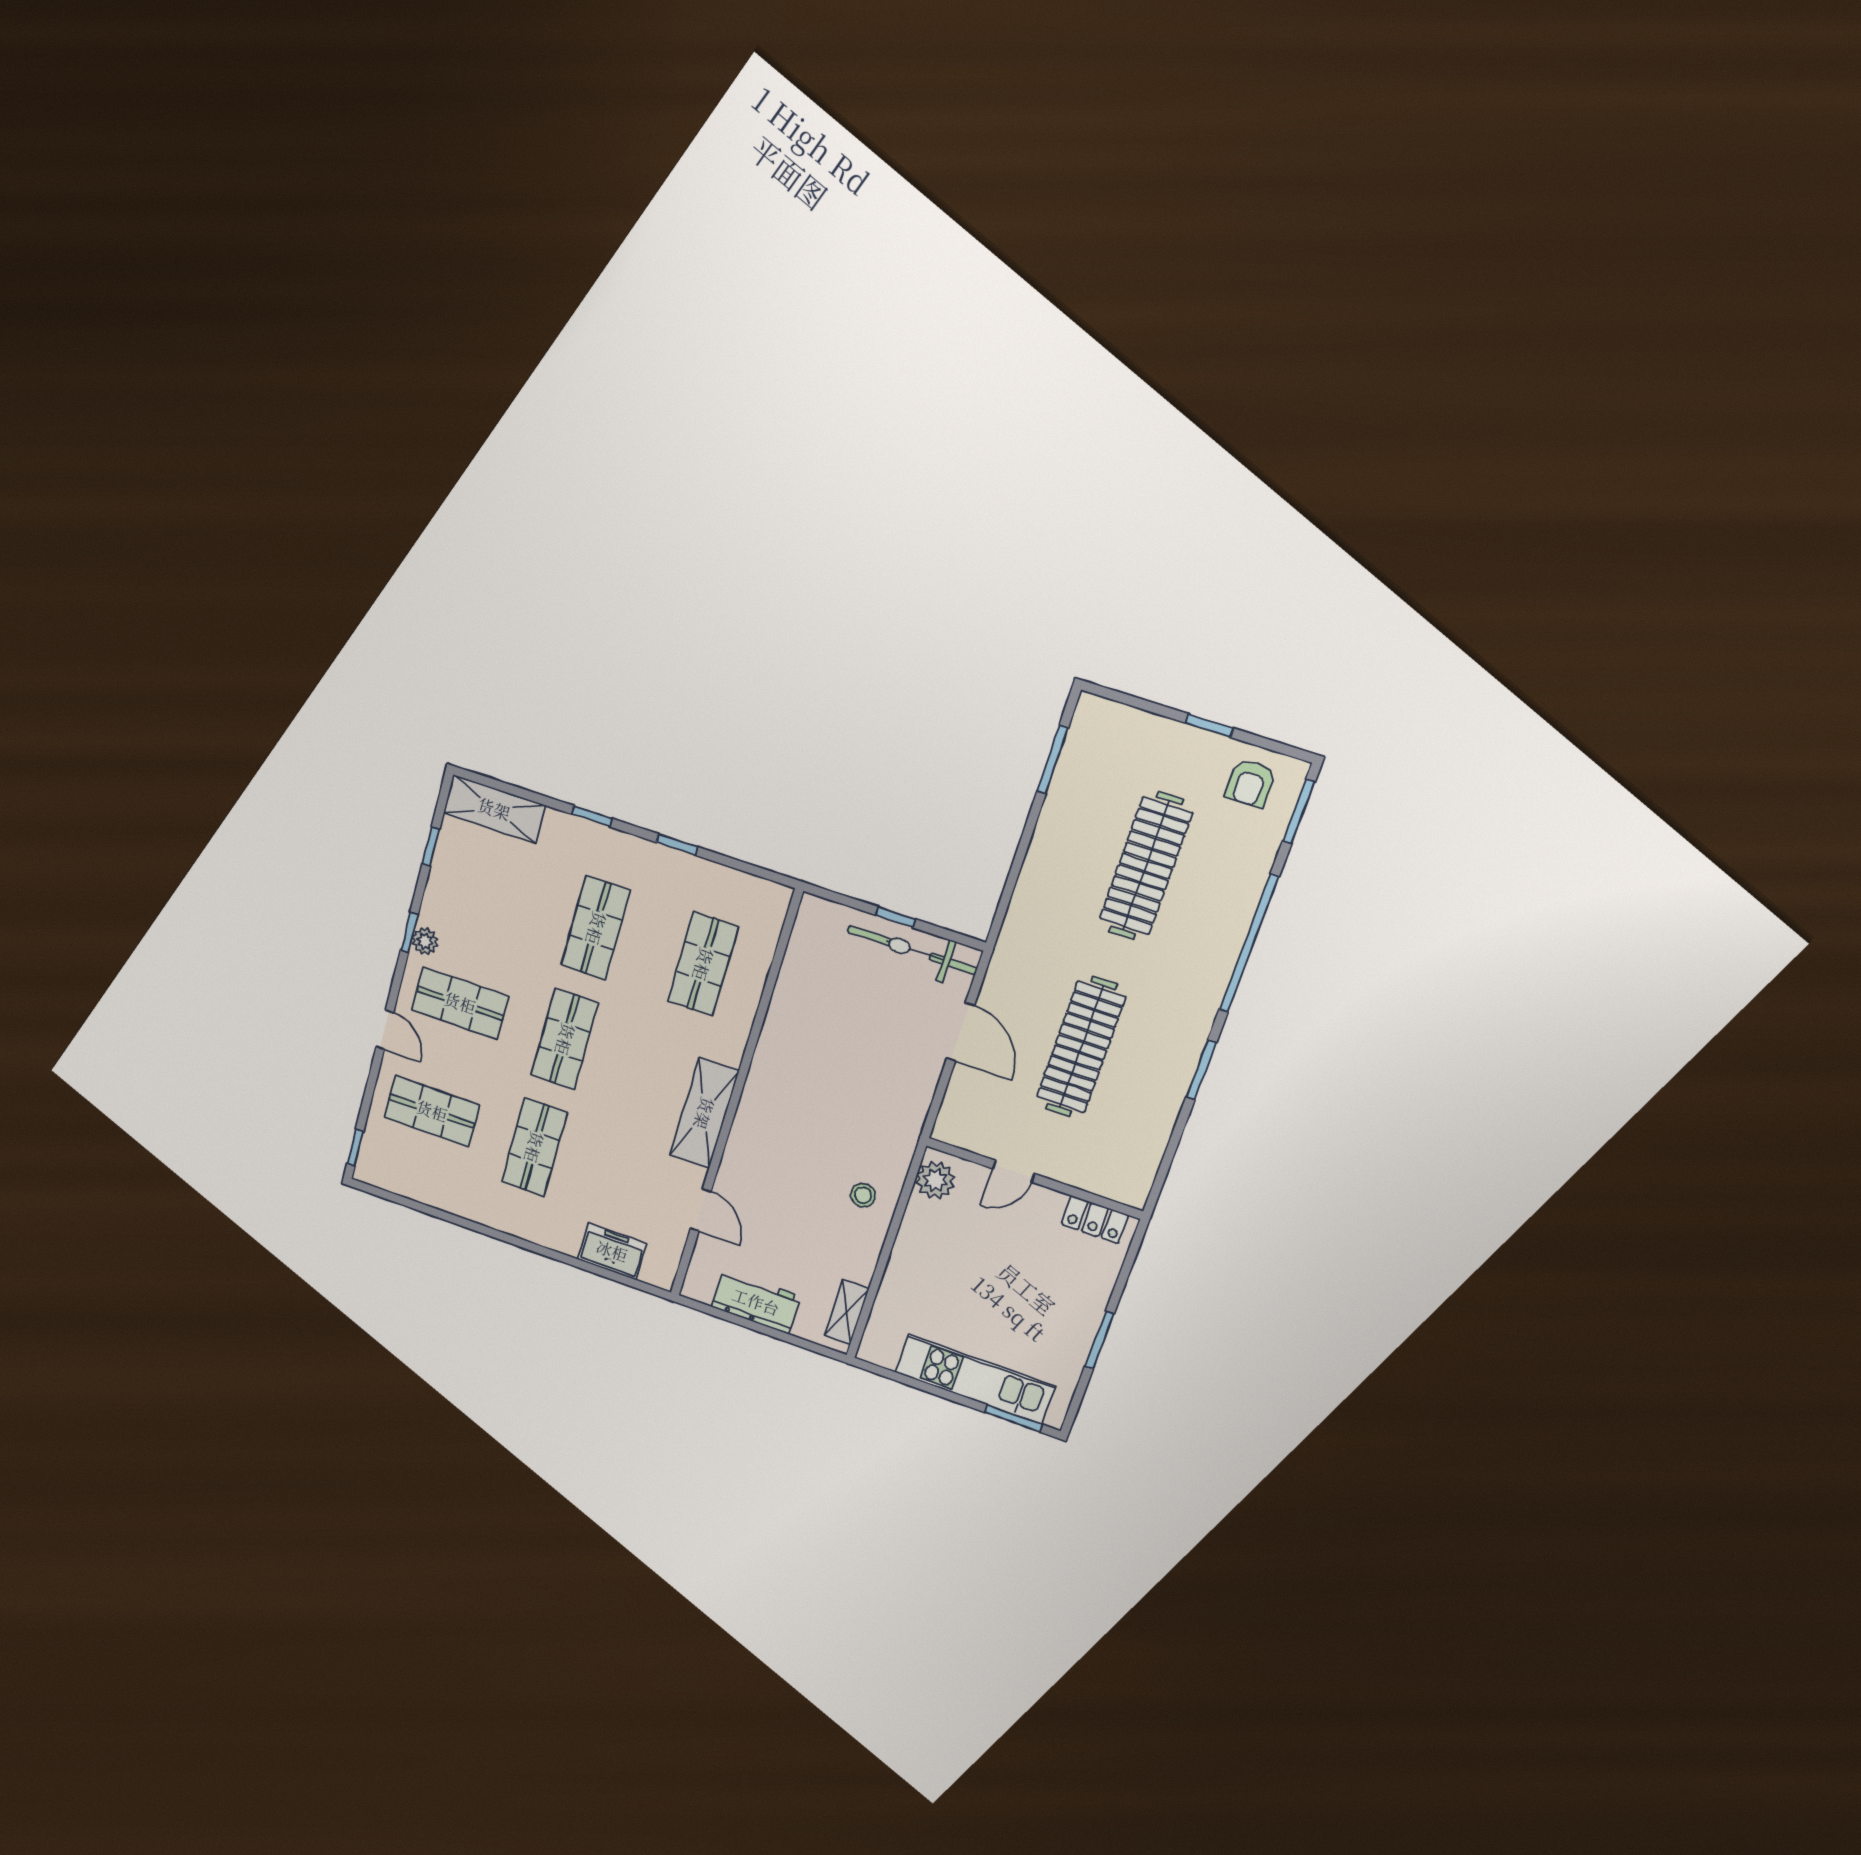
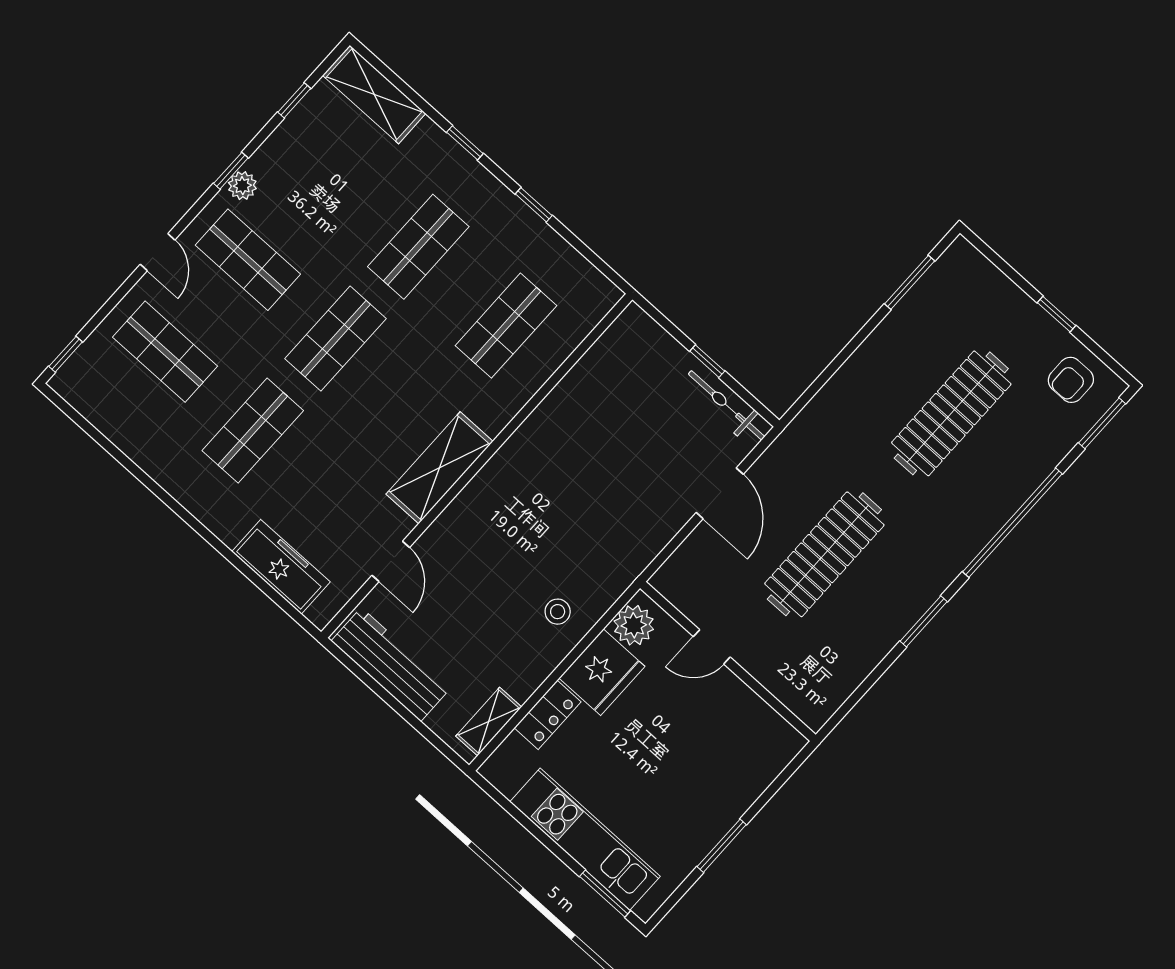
bicycle: (912, 950) -> (727, 405), width x0.73, depth x0.71
locker: (1095, 1220) -> (548, 715), moved, turned -90
fridge: (926, 1232) -> (602, 672), added
freezer: (612, 1251) -> (281, 567), width x1.40
workbench: (756, 1302) -> (391, 665), width x1.38

